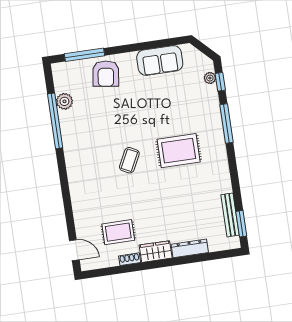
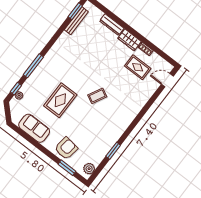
window: (85, 55) -> (67, 168), width x0.69
plant: (64, 101) -> (89, 169), moved
window: (55, 121) -> (113, 151), width x0.47
rug: (179, 151) -> (60, 100), moved, turned 90
door: (74, 250) -> (167, 80), hinge flipped

